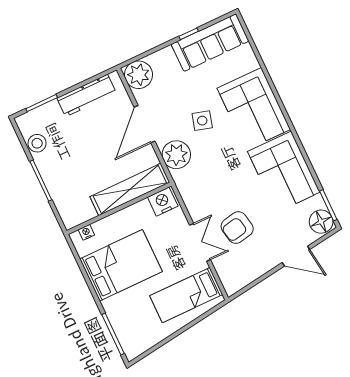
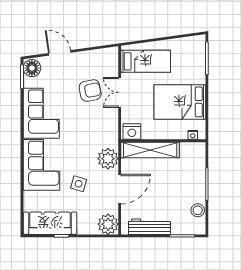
side table: (202, 121) -> (79, 184), moved

